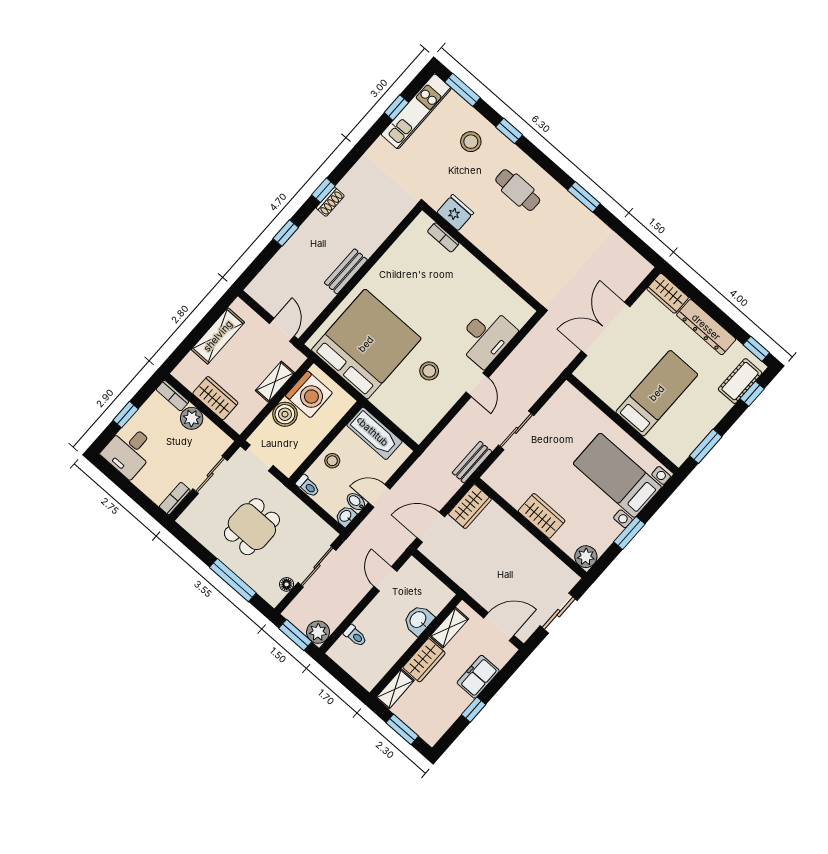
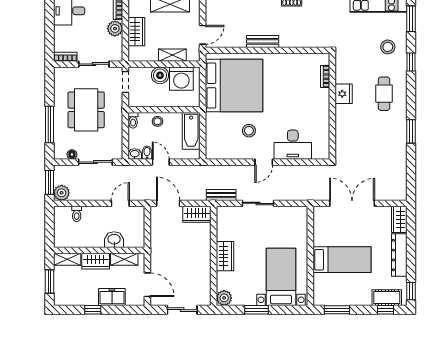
fridge: (455, 213) -> (344, 94), moved
dining table: (252, 527) -> (86, 110), width x1.38

